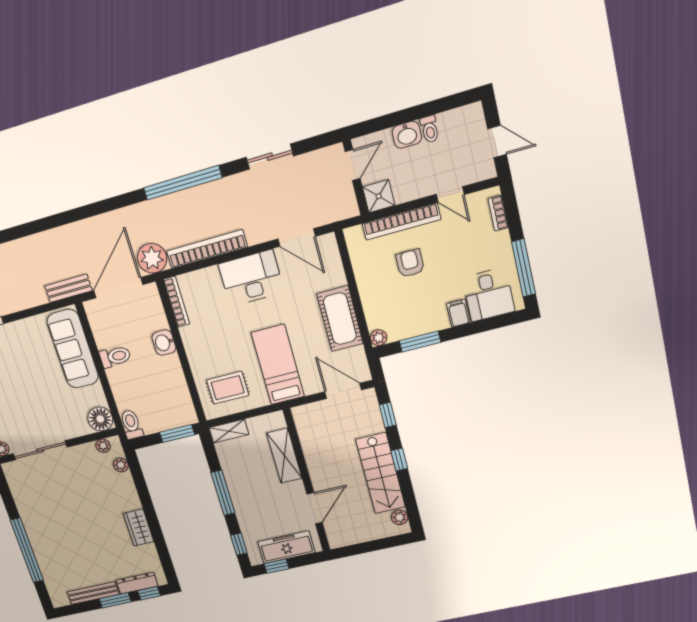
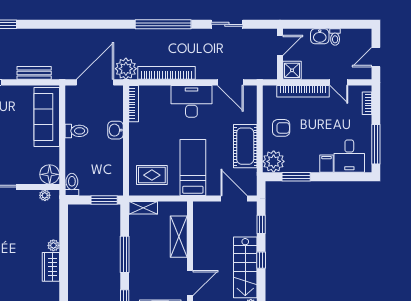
door: (497, 142) -> (376, 57), swing flipped
armchair: (410, 263) -> (281, 128), moved, turned 90
bench: (68, 288) -> (34, 73), moved
plant: (379, 338) -> (274, 161), width x1.88, depth x1.88
plant: (121, 465) -> (53, 245), moved

